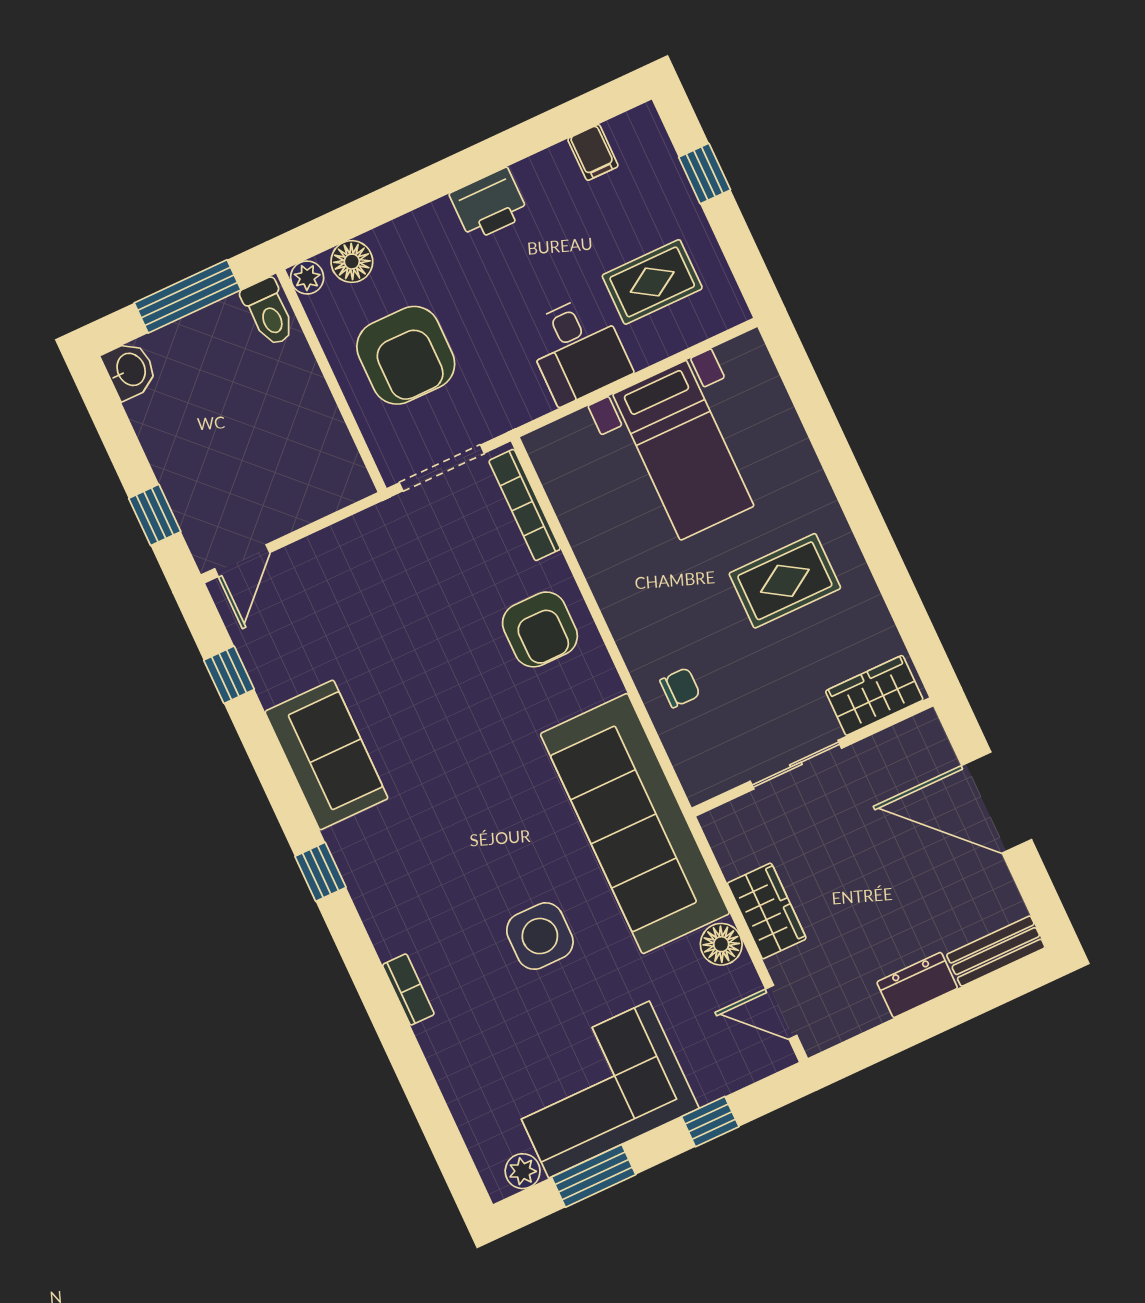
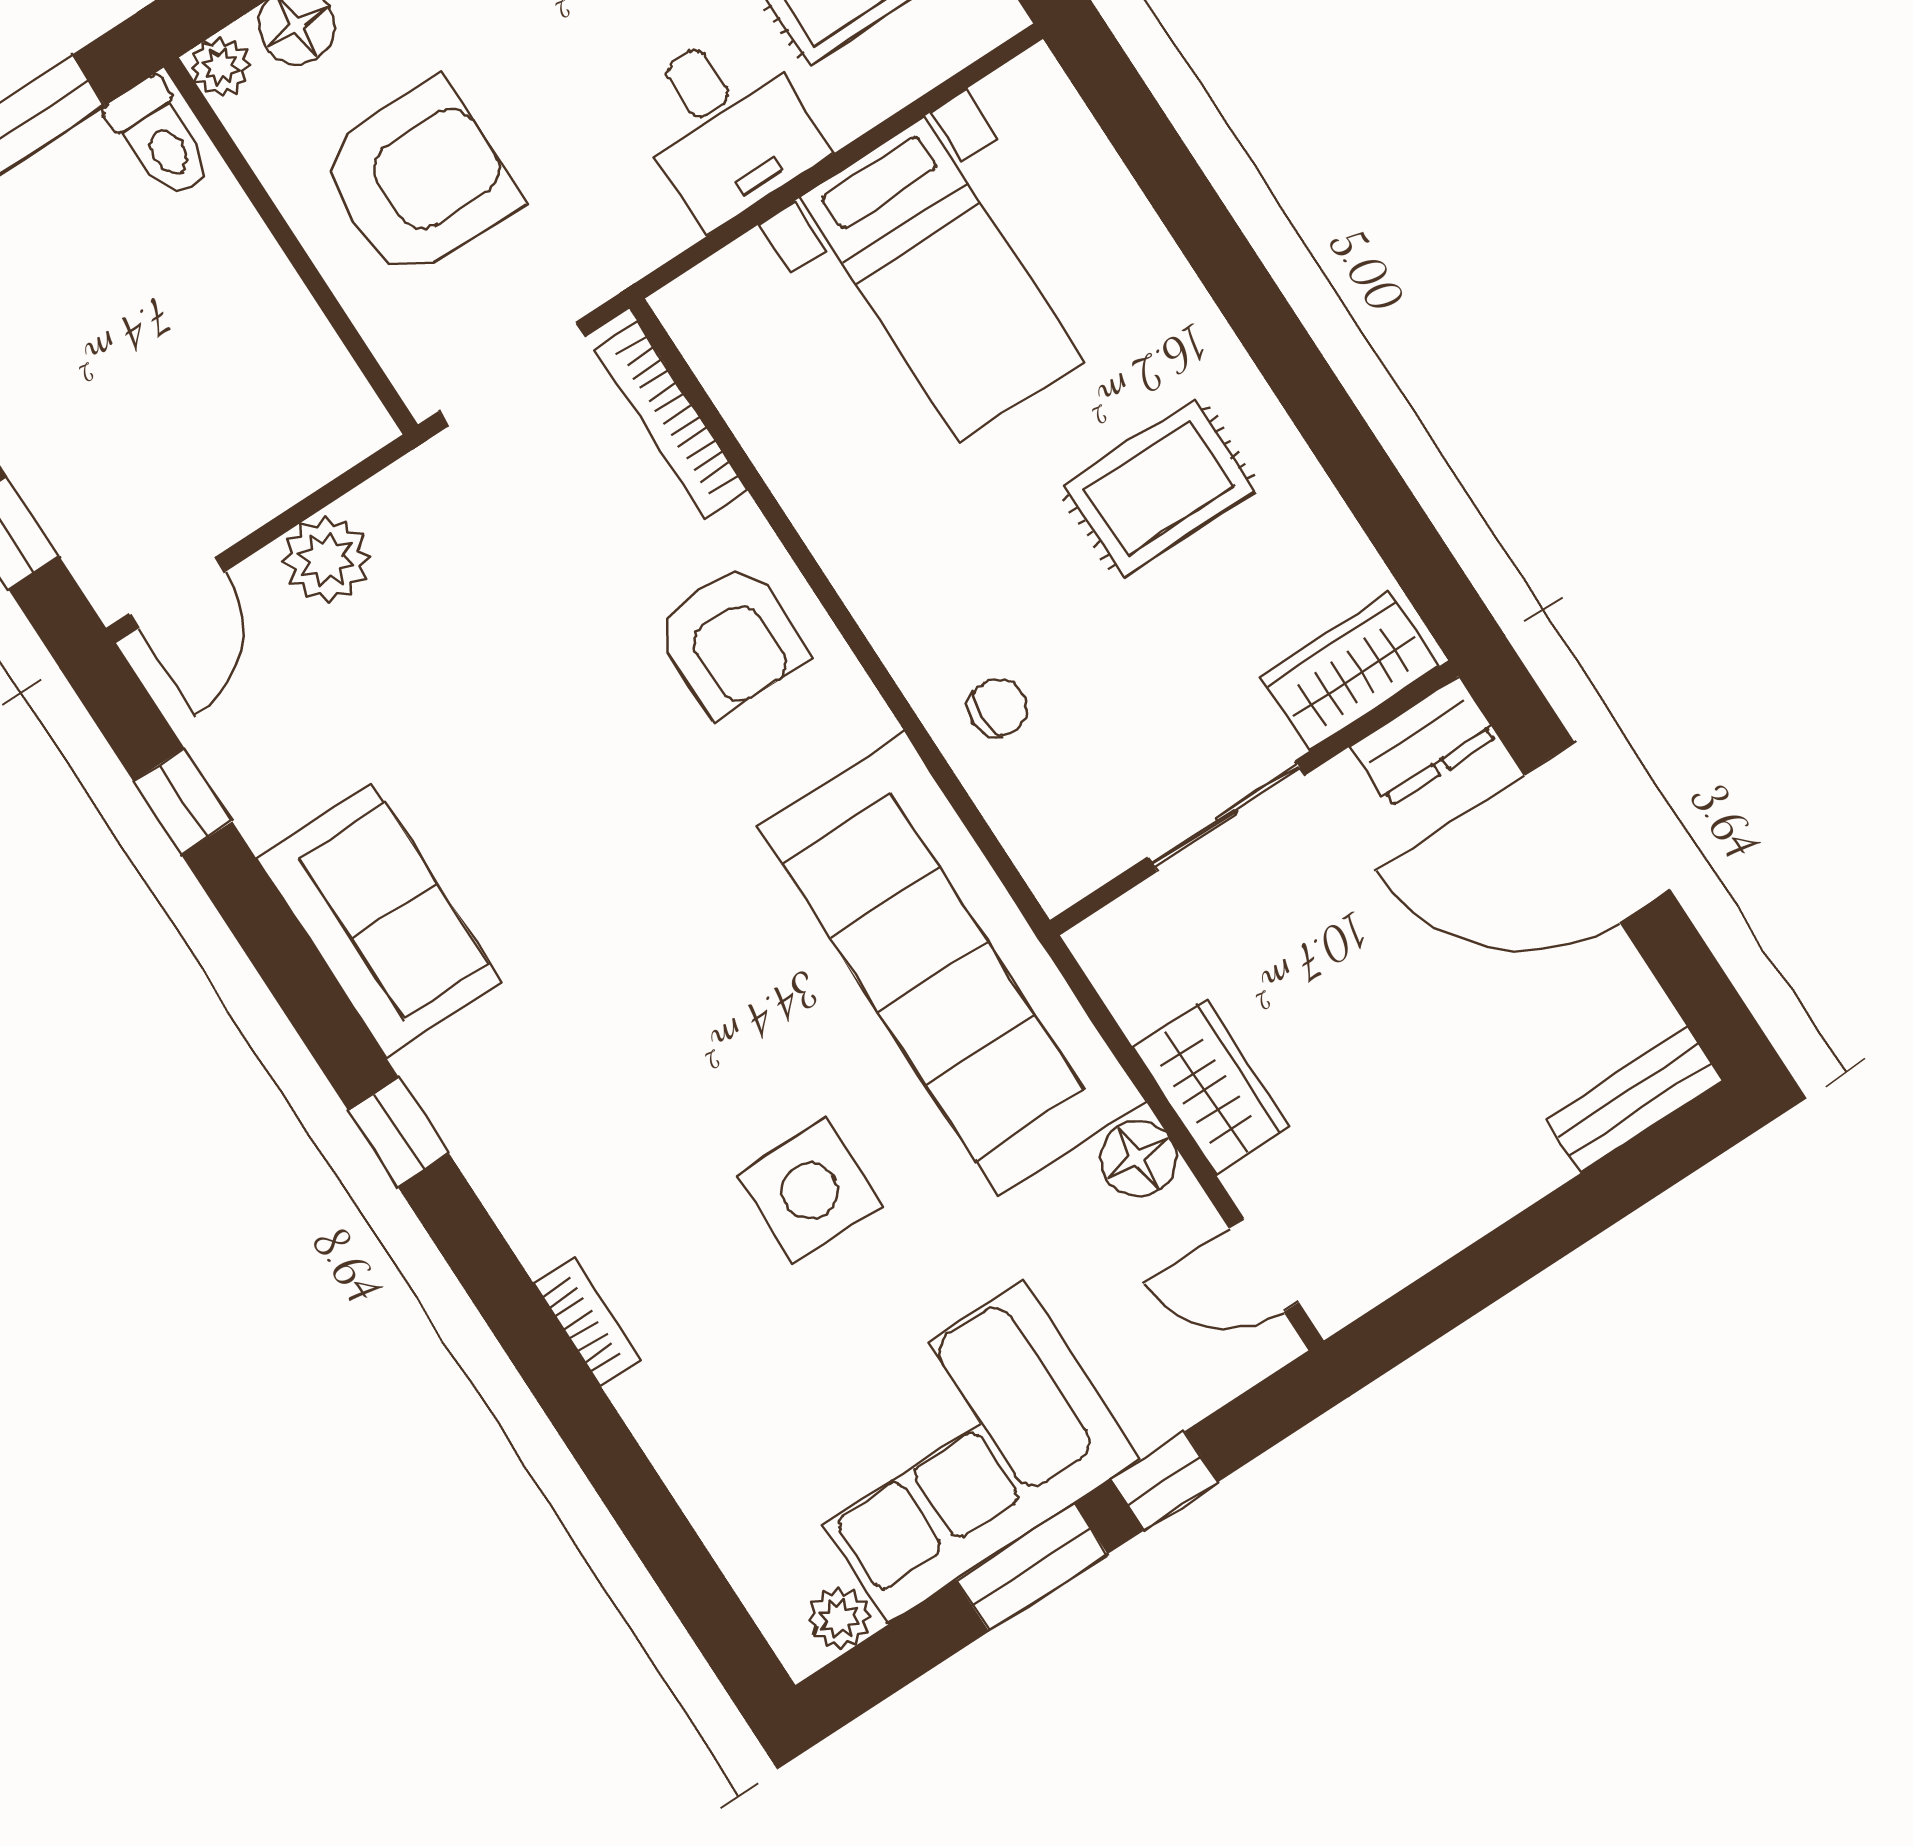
armchair: (406, 355) -> (418, 181), turned -90
plant: (326, 554) -> (326, 559), added
dresser: (917, 985) -> (1424, 741), moved, turned 180
window: (594, 1176) -> (1032, 1567), moved

